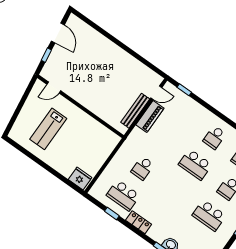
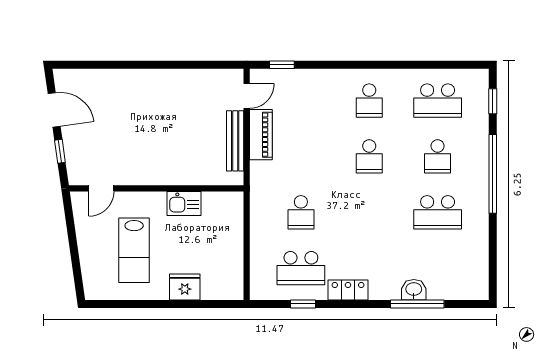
kitchen sink: (89, 123) -> (184, 203), added
school desk: (195, 165) -> (369, 156), width x0.54
fridge: (80, 178) -> (185, 287), moved

